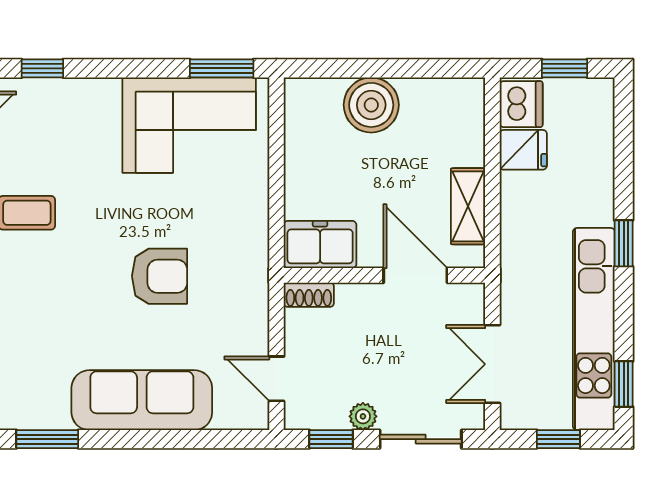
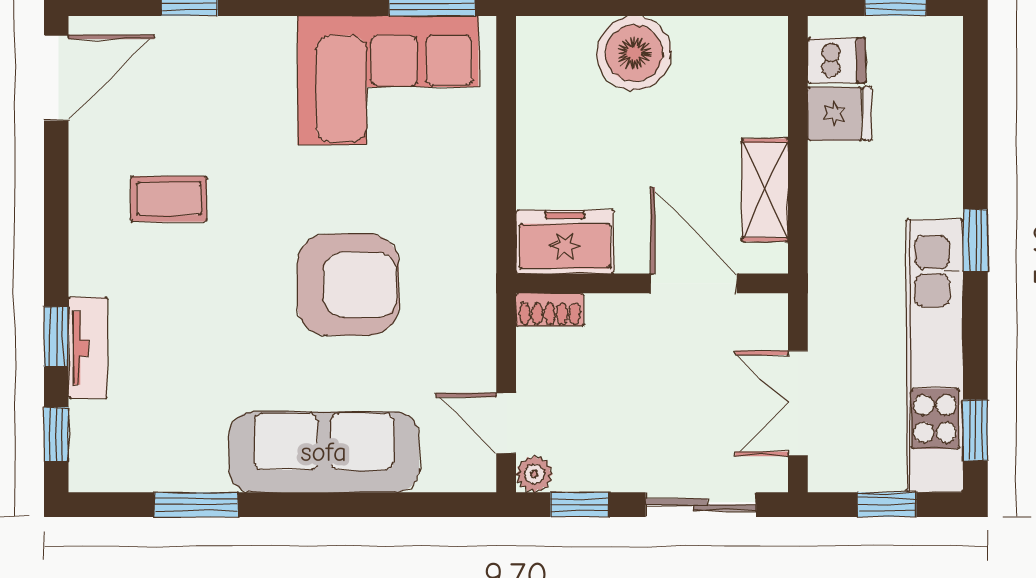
dishwasher: (521, 104) -> (837, 60), width x0.73
armchair: (160, 276) -> (348, 285), width x1.36, depth x1.36
plant: (363, 416) -> (534, 474), moved

